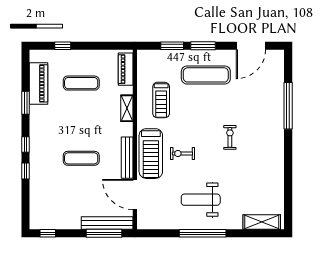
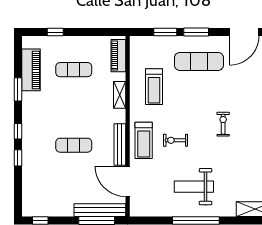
treadmill: (151, 154) -> (144, 140), width x0.73, depth x0.73

